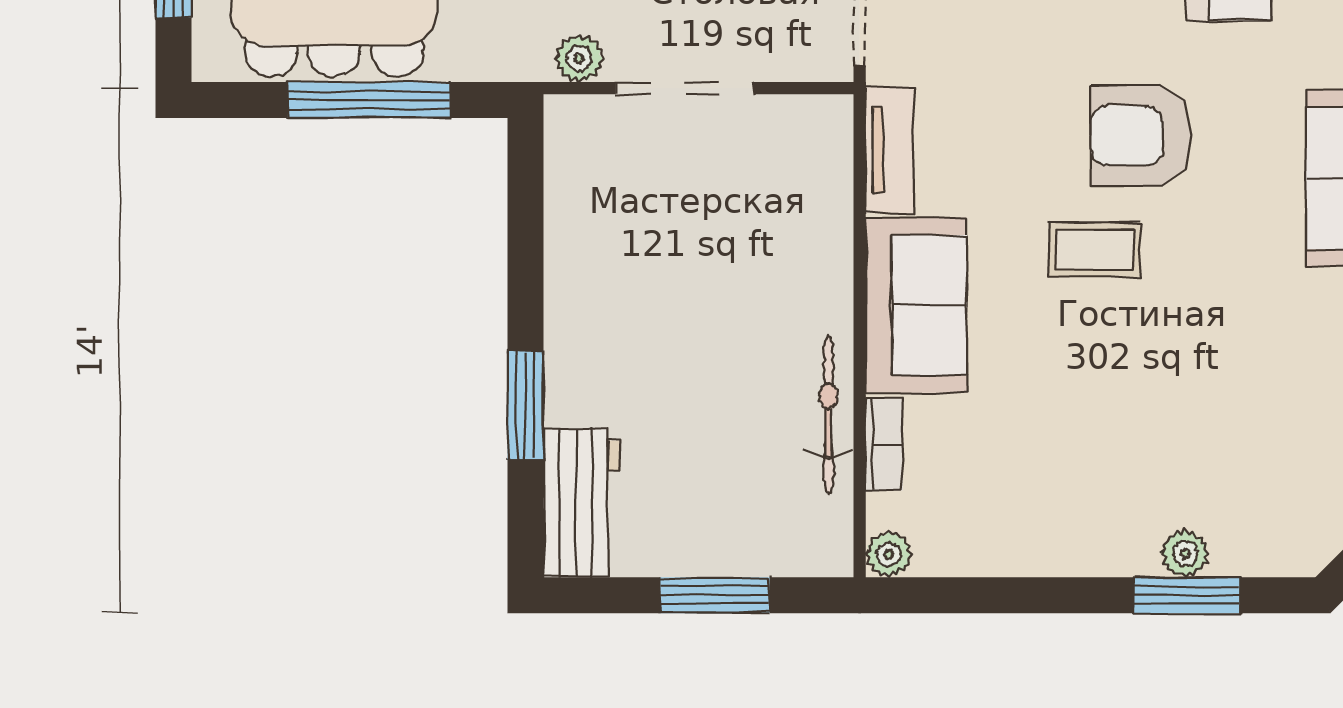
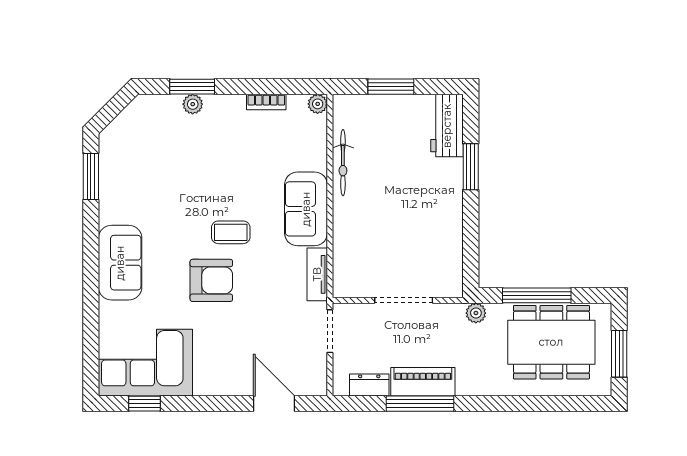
plant: (579, 58) -> (476, 313), moved
bookcase: (884, 444) -> (266, 102), moved, turned -90

